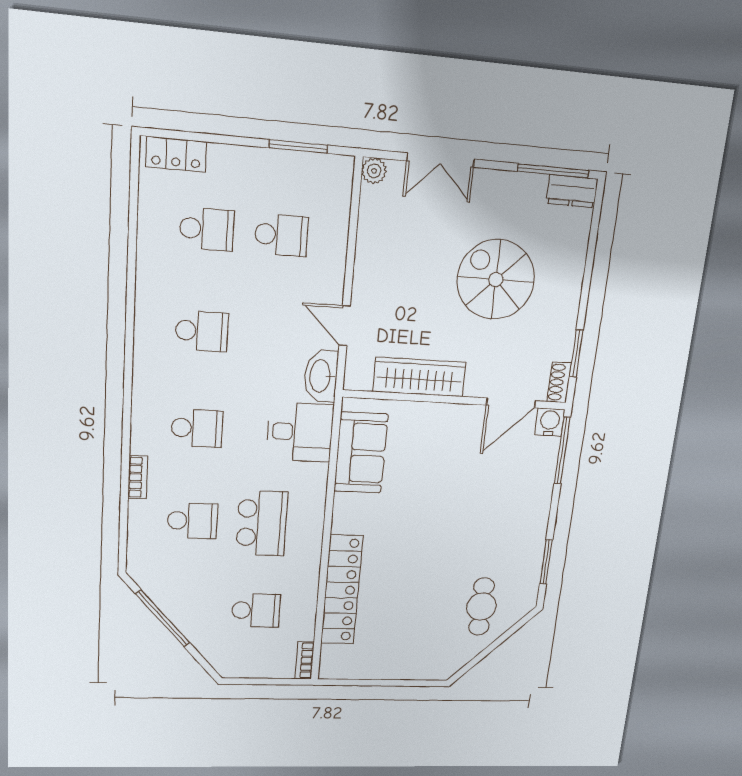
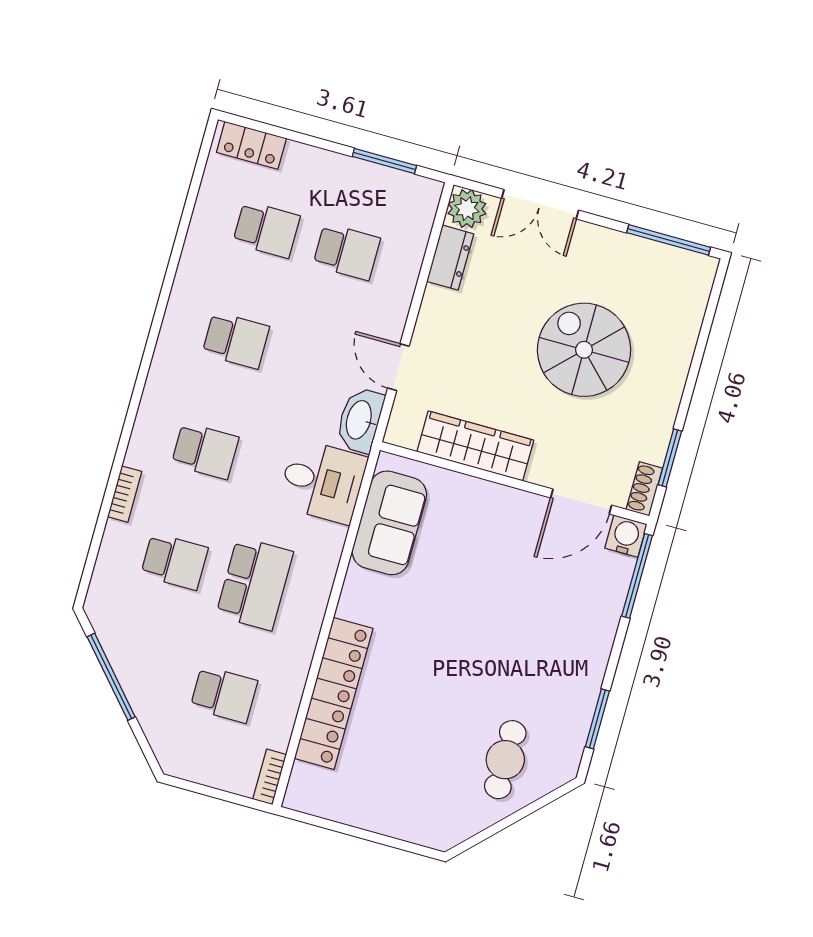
plant: (374, 171) -> (467, 209), width x1.38, depth x1.38
dresser: (572, 191) -> (450, 258), moved, turned -90

